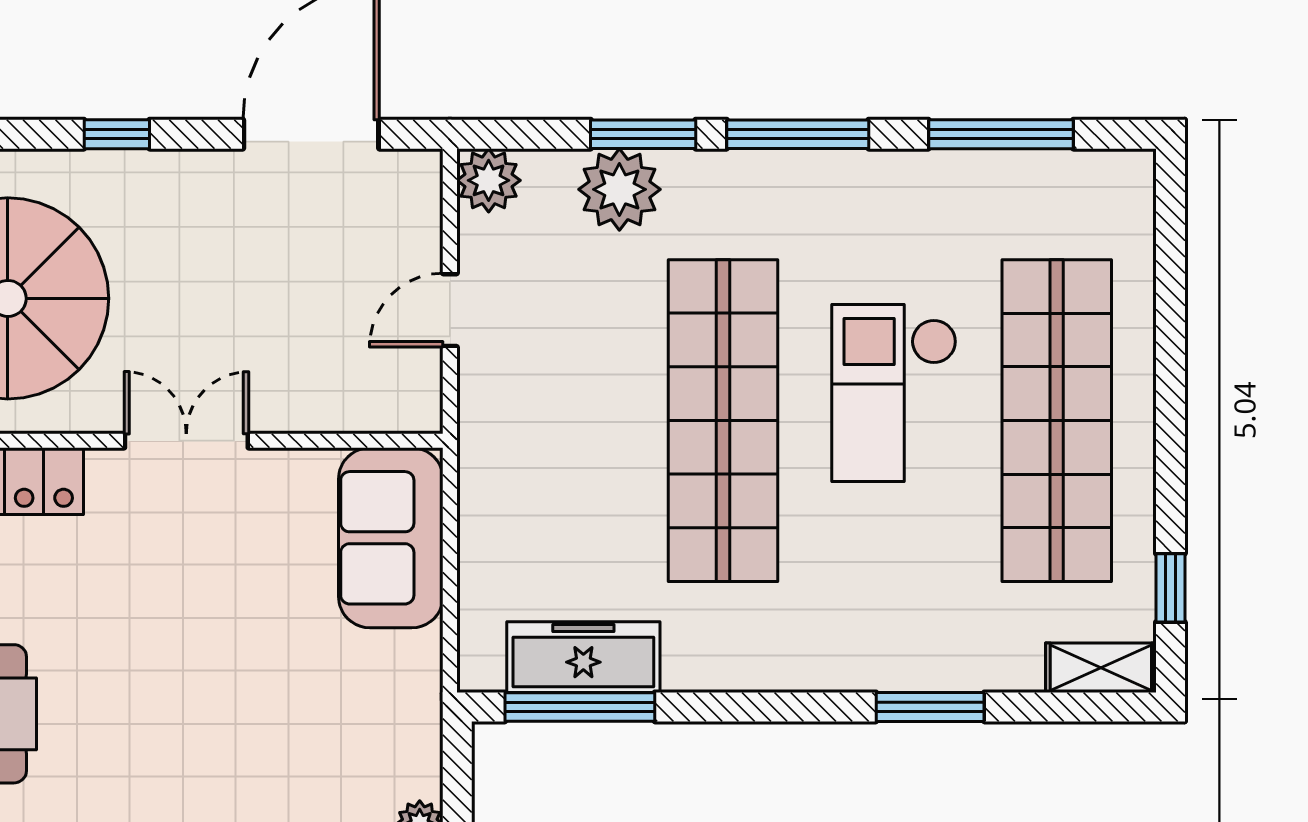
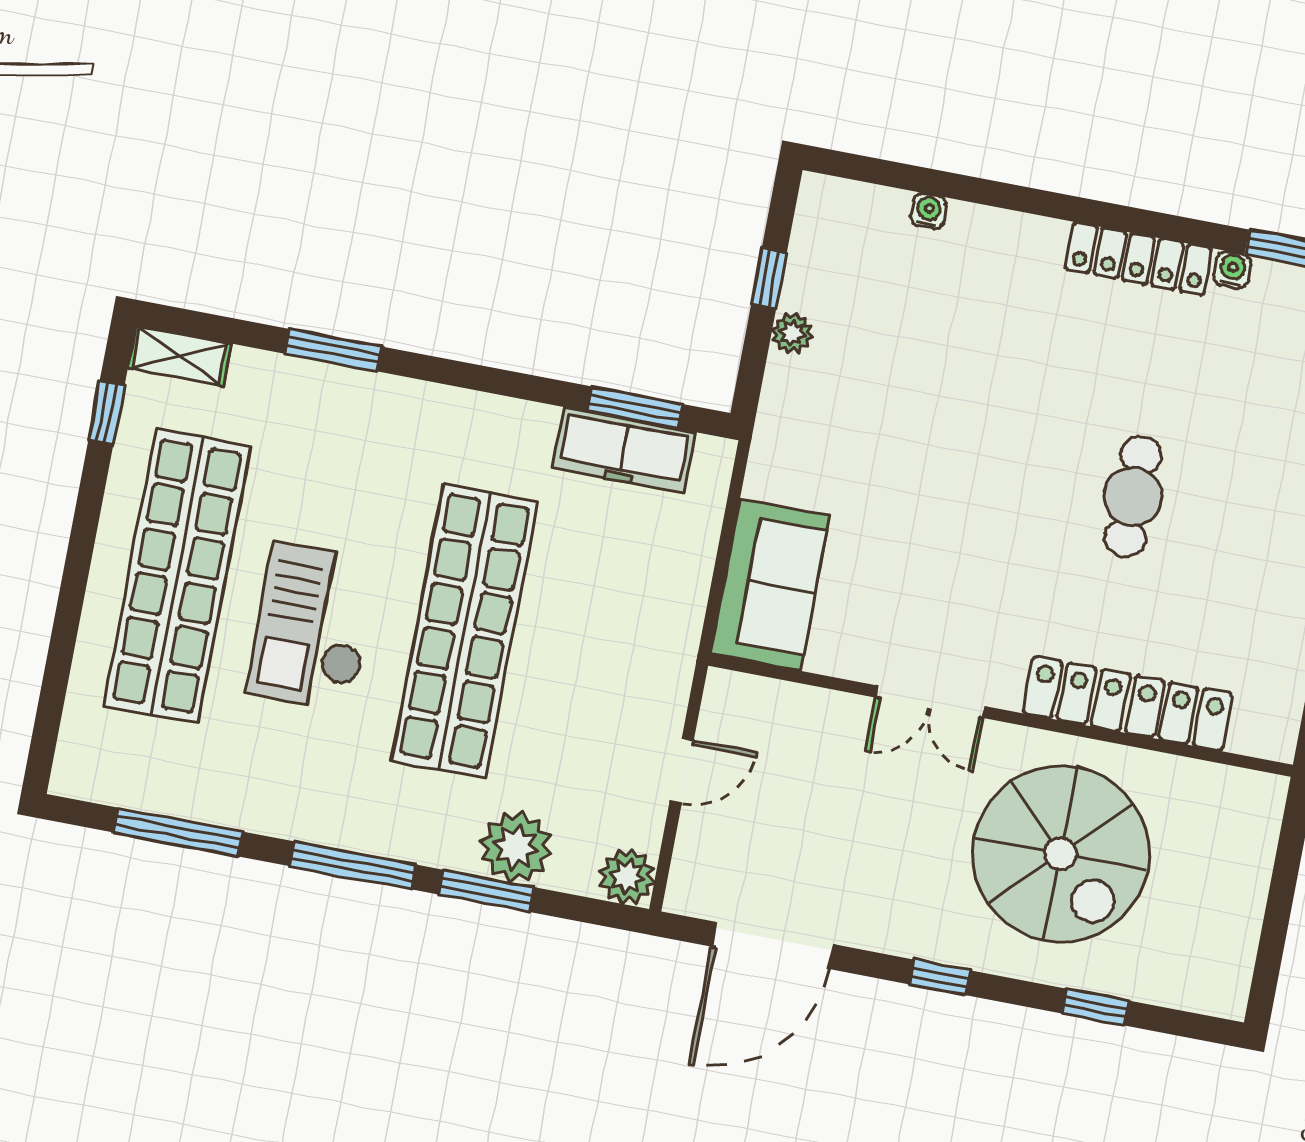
checkout: (894, 393) -> (313, 627), turned 180
window: (580, 707) -> (635, 408), width x0.69

